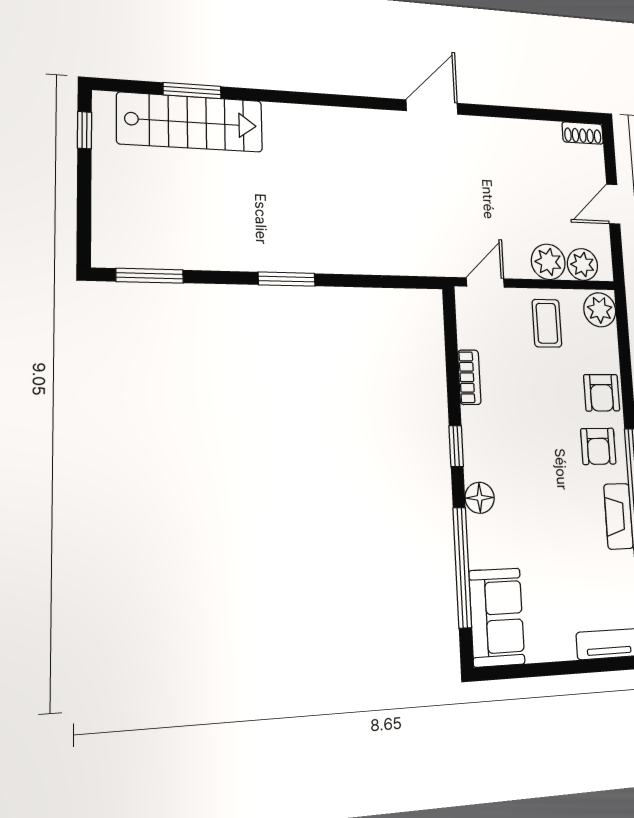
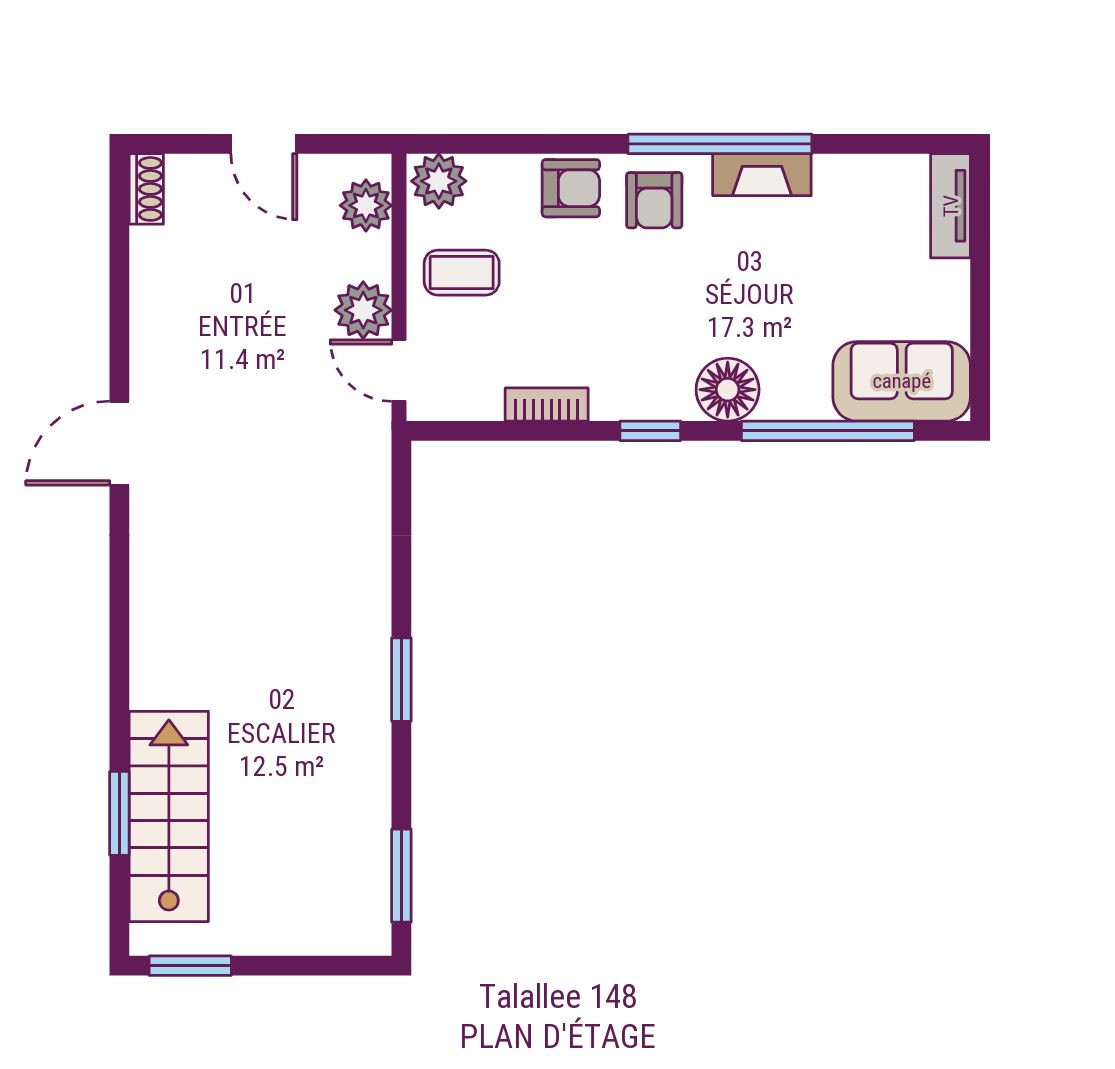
door: (432, 107) -> (119, 443), hinge flipped
window: (84, 130) -> (190, 966), width x1.50
plant: (548, 262) -> (363, 310), moved
armchair: (598, 446) -> (654, 200), turned 90
floor lamp: (480, 498) -> (728, 390), width x1.38, depth x1.38

